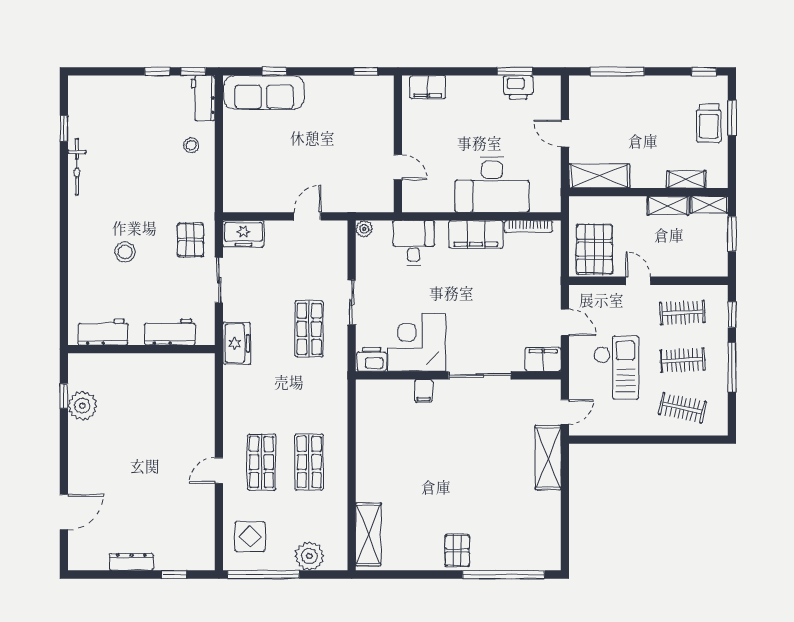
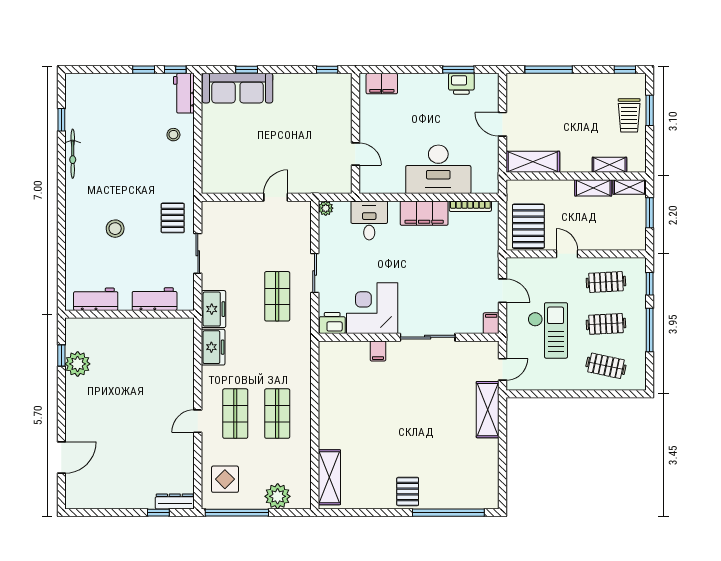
freezer: (243, 234) -> (213, 347), moved, turned -90
filing cabinet: (543, 359) -> (491, 323), width x0.50
dresser: (131, 562) -> (175, 501), moved

